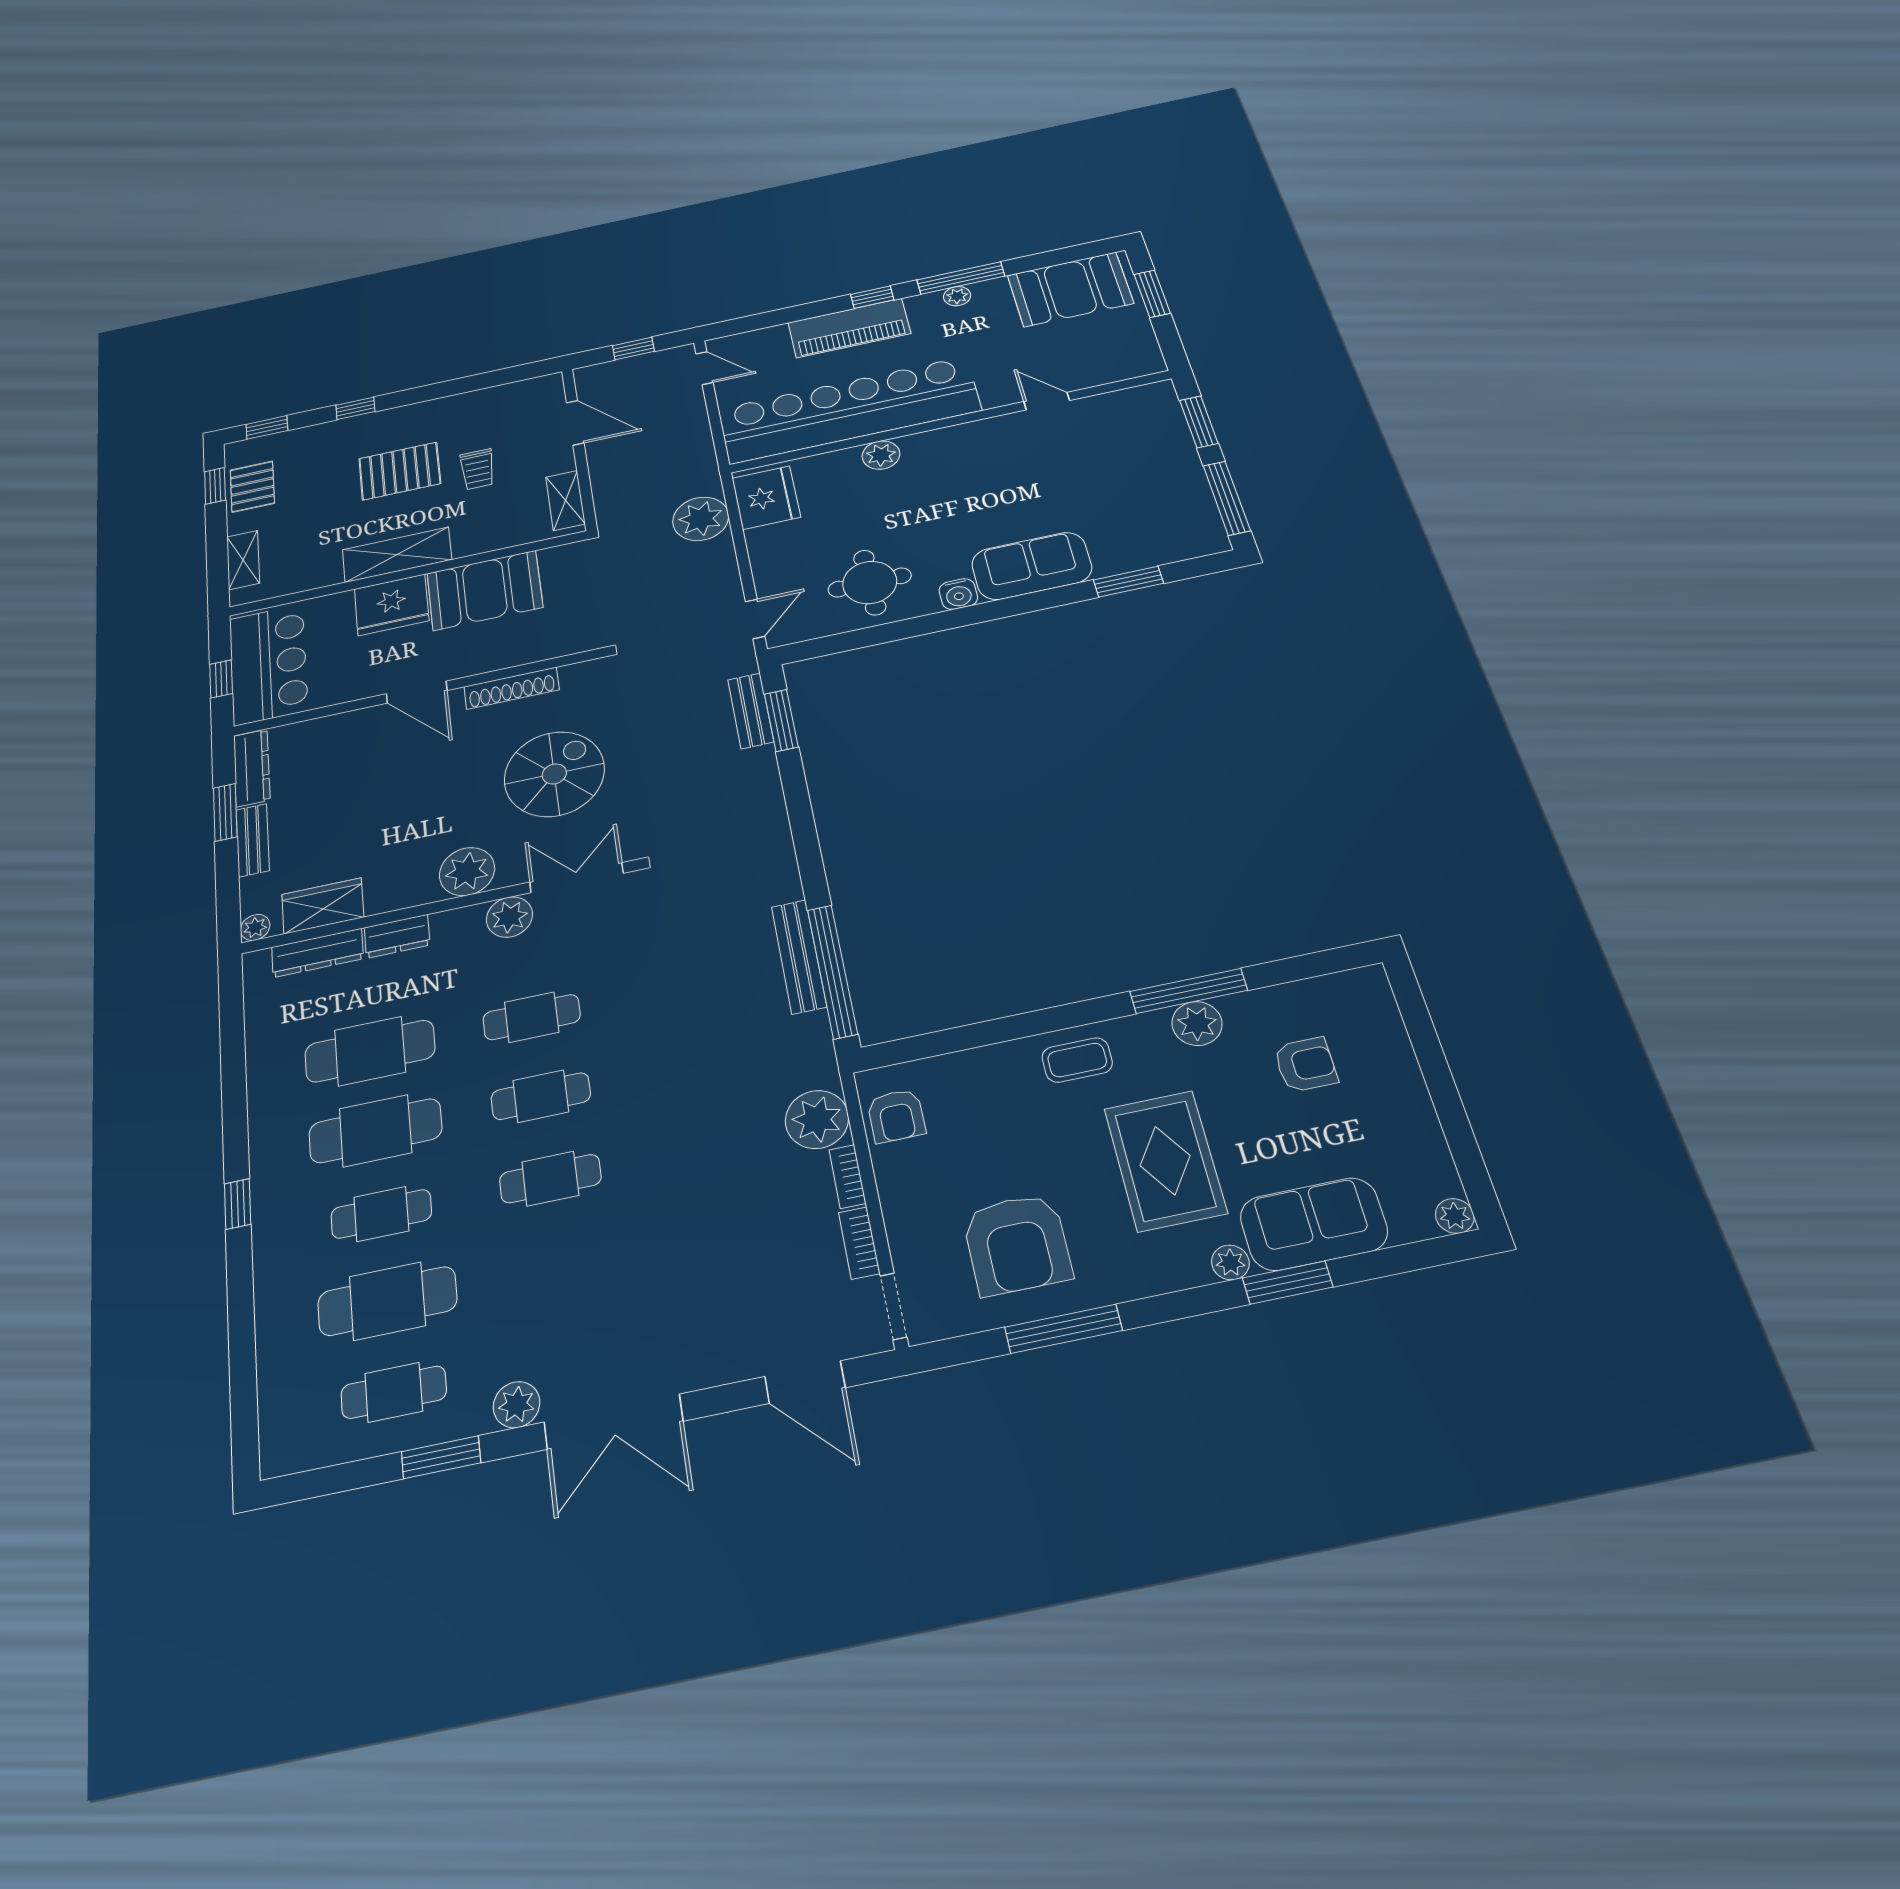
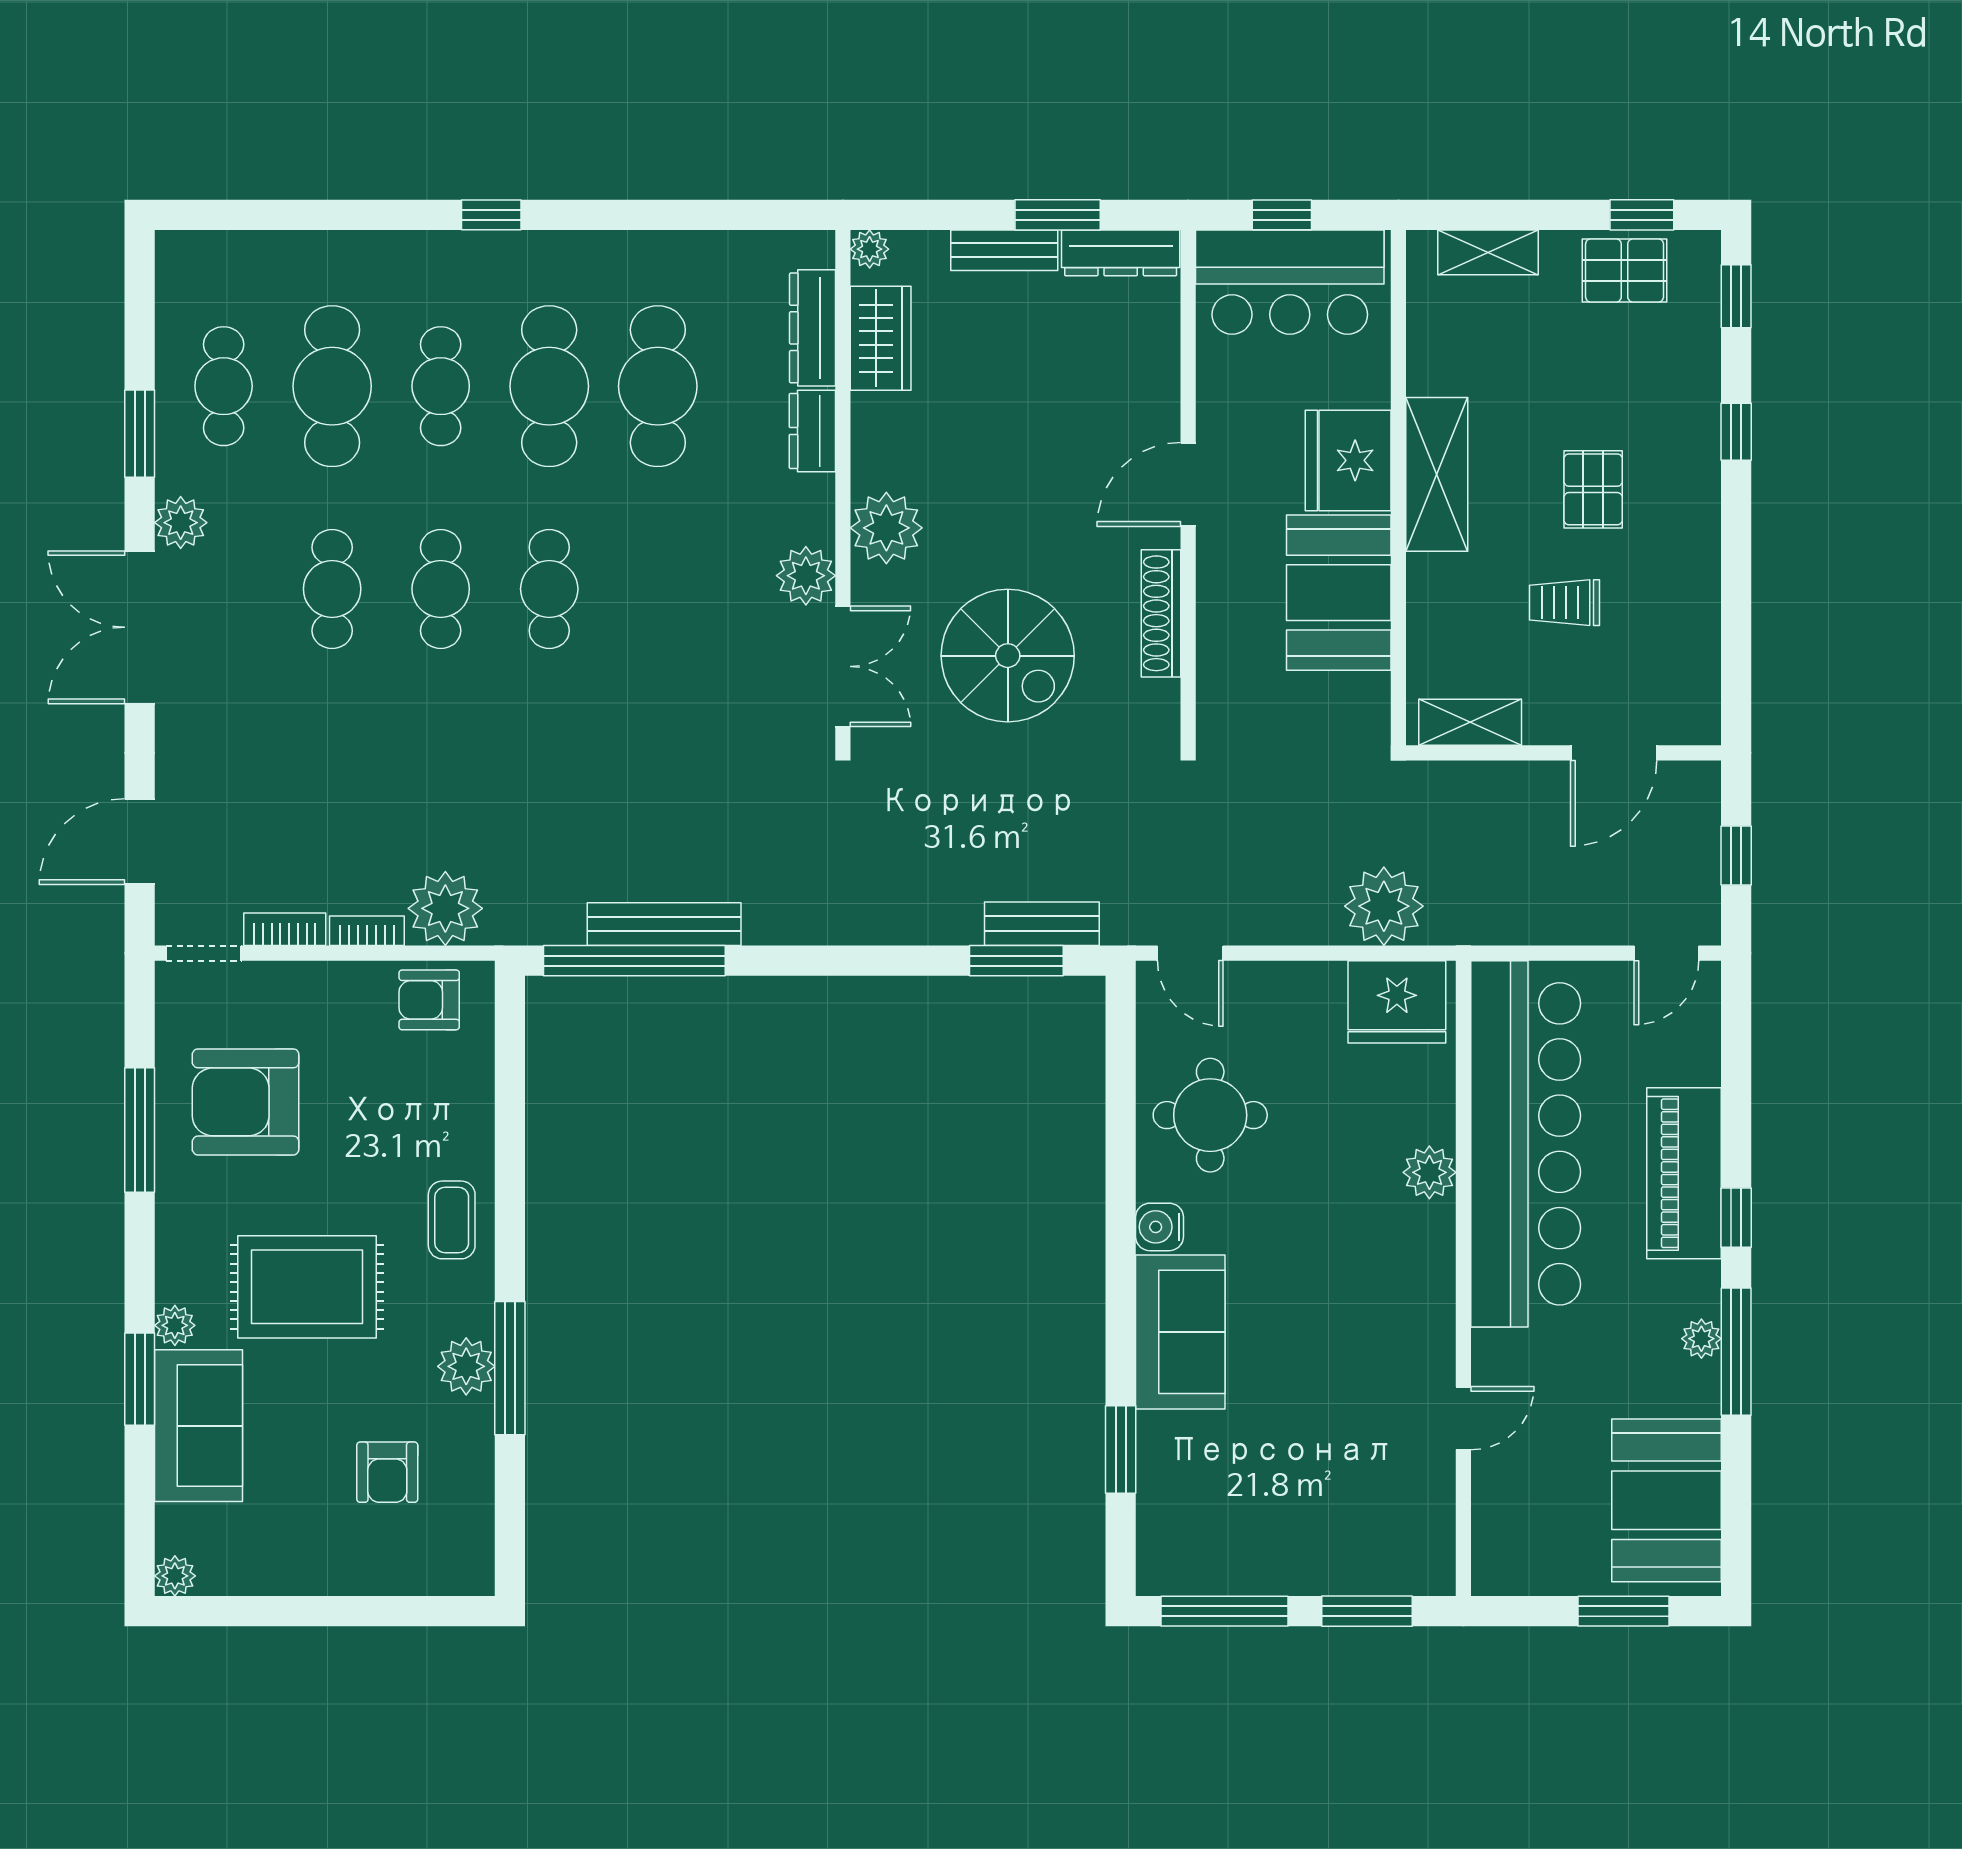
pallet: (400, 471) -> (1593, 489), width x0.67, depth x0.71
cafe table: (532, 1017) -> (332, 589), moved

